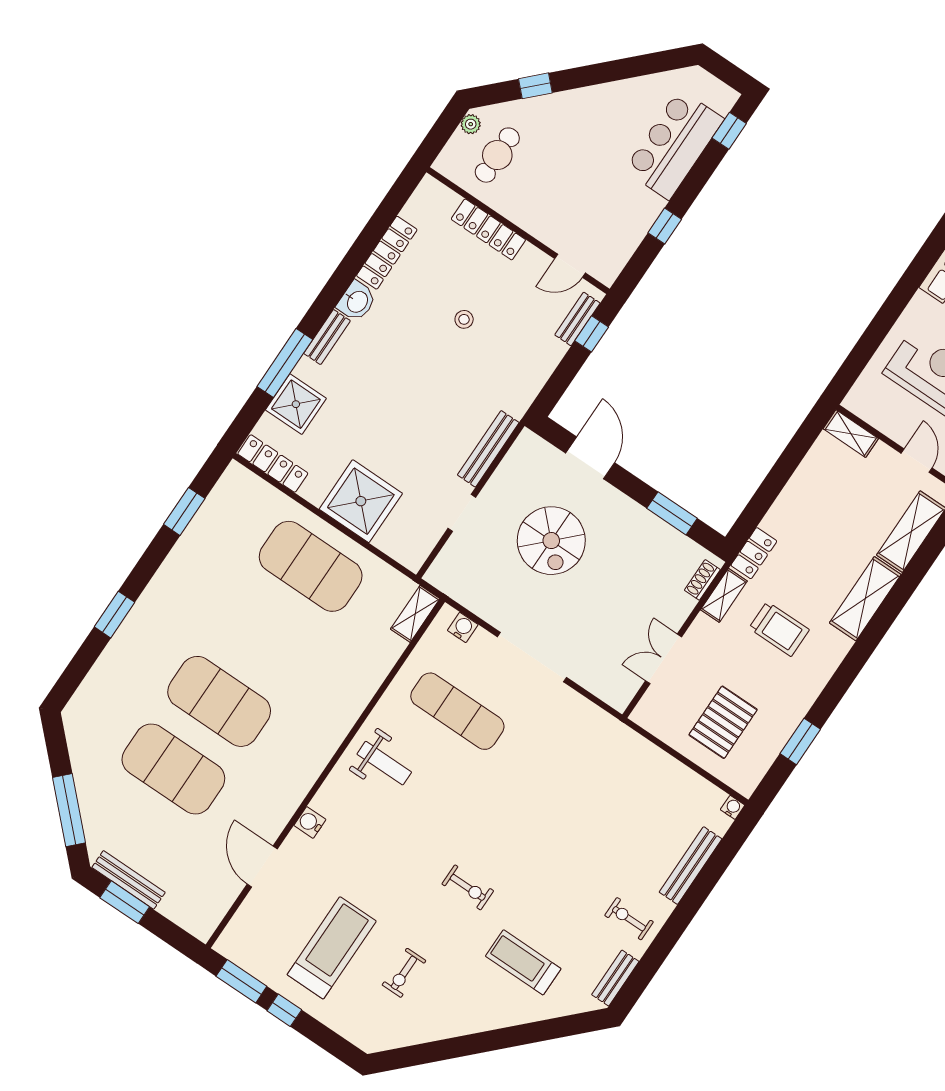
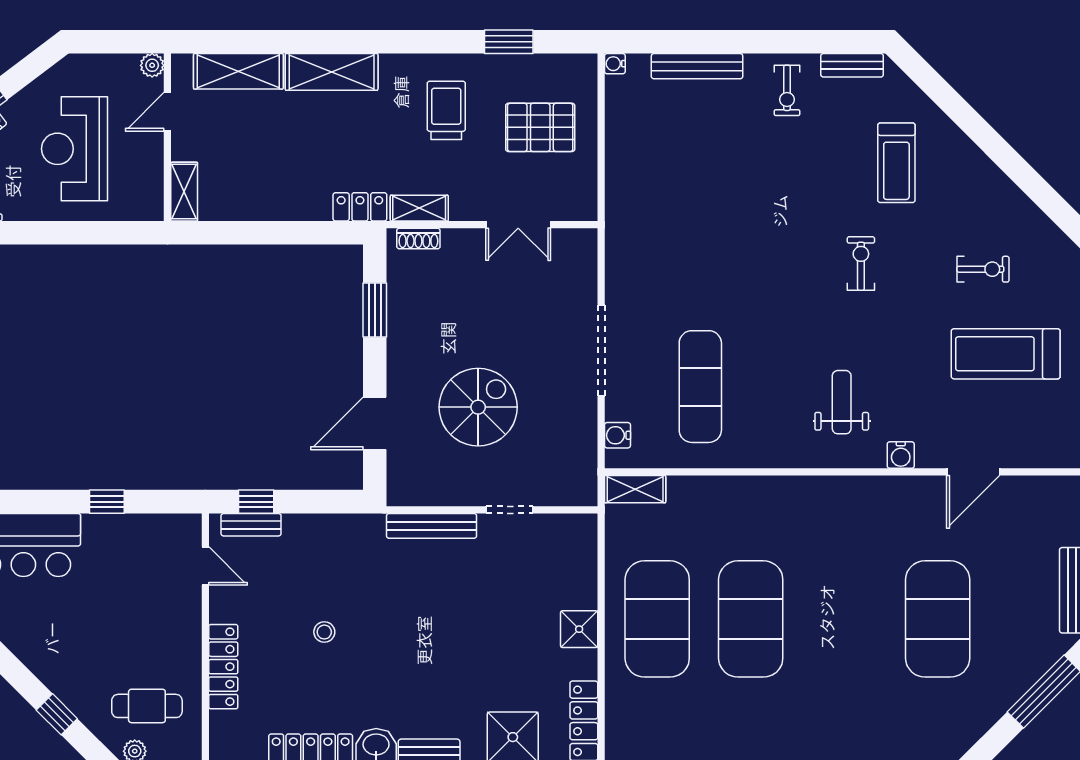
shower: (361, 501) -> (579, 629), width x0.54, depth x0.54
trolley: (779, 629) -> (446, 110), moved
exercise mat: (219, 701) -> (751, 619), moved
weight bench: (384, 763) -> (842, 402), moved

